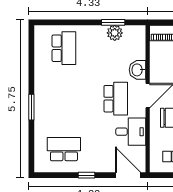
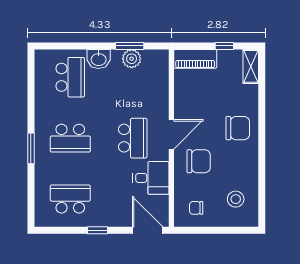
washbasin: (137, 70) -> (99, 59), moved, turned -90
school desk: (64, 99) -> (70, 138), added

